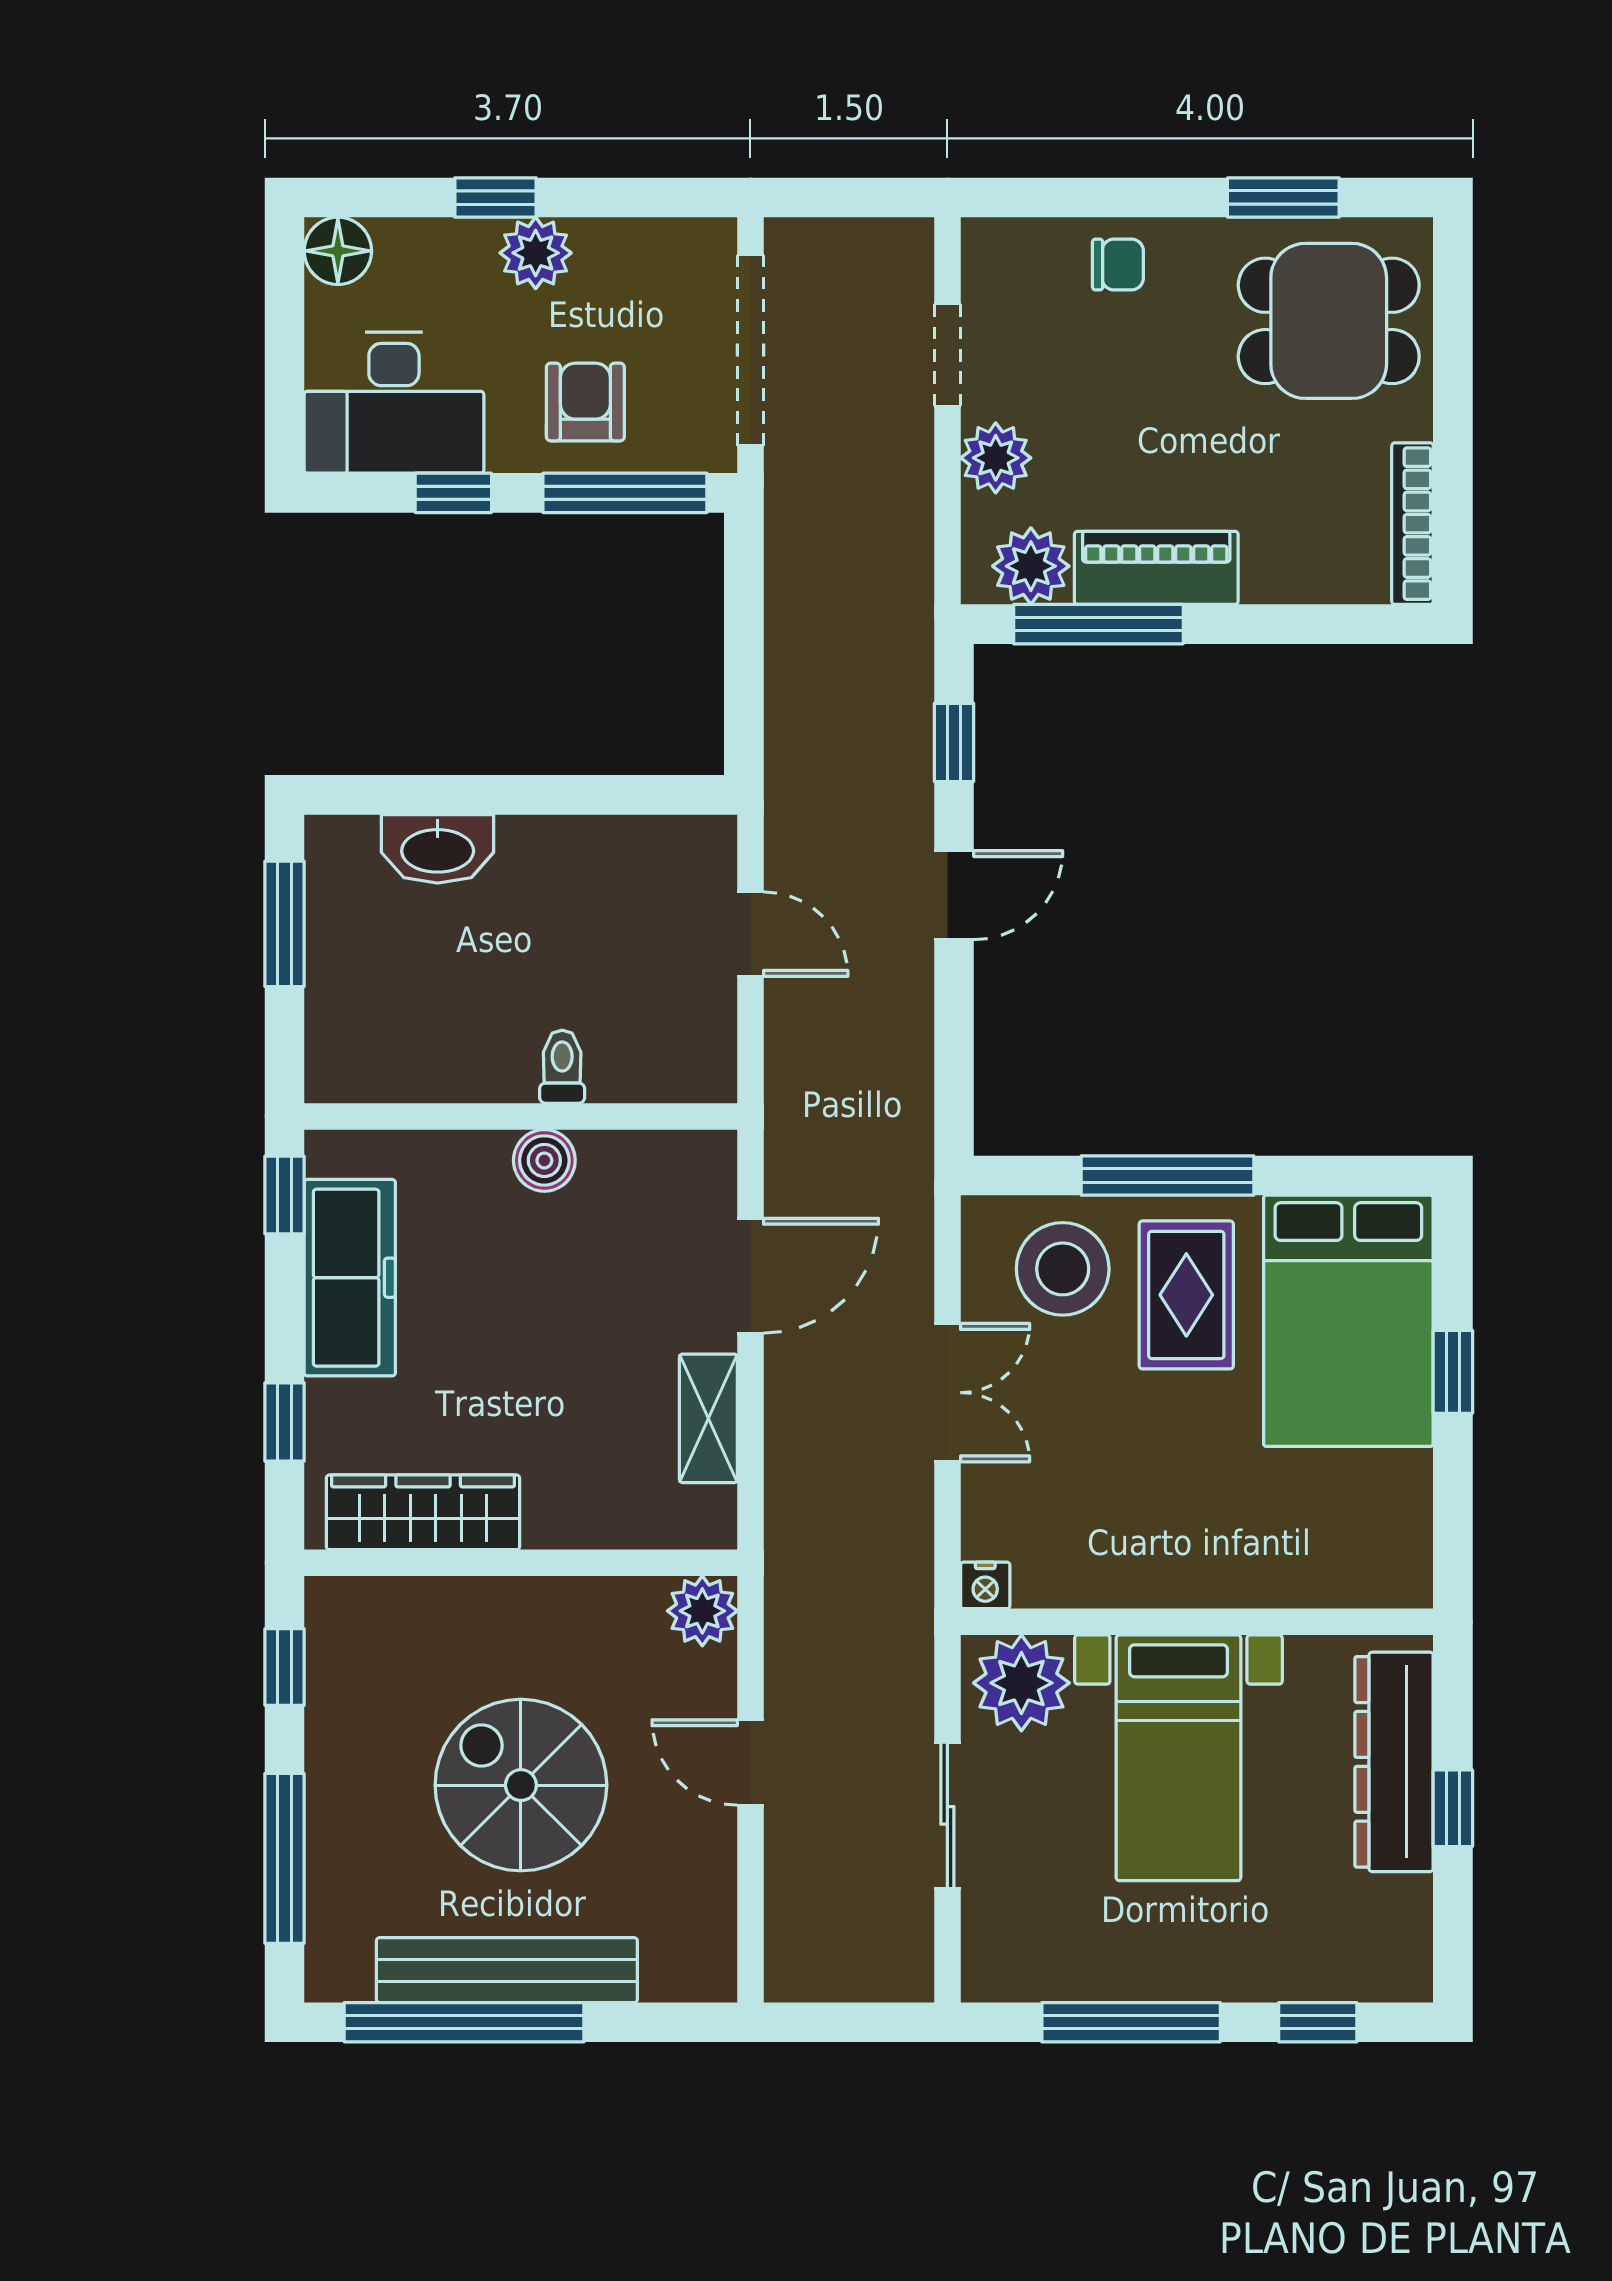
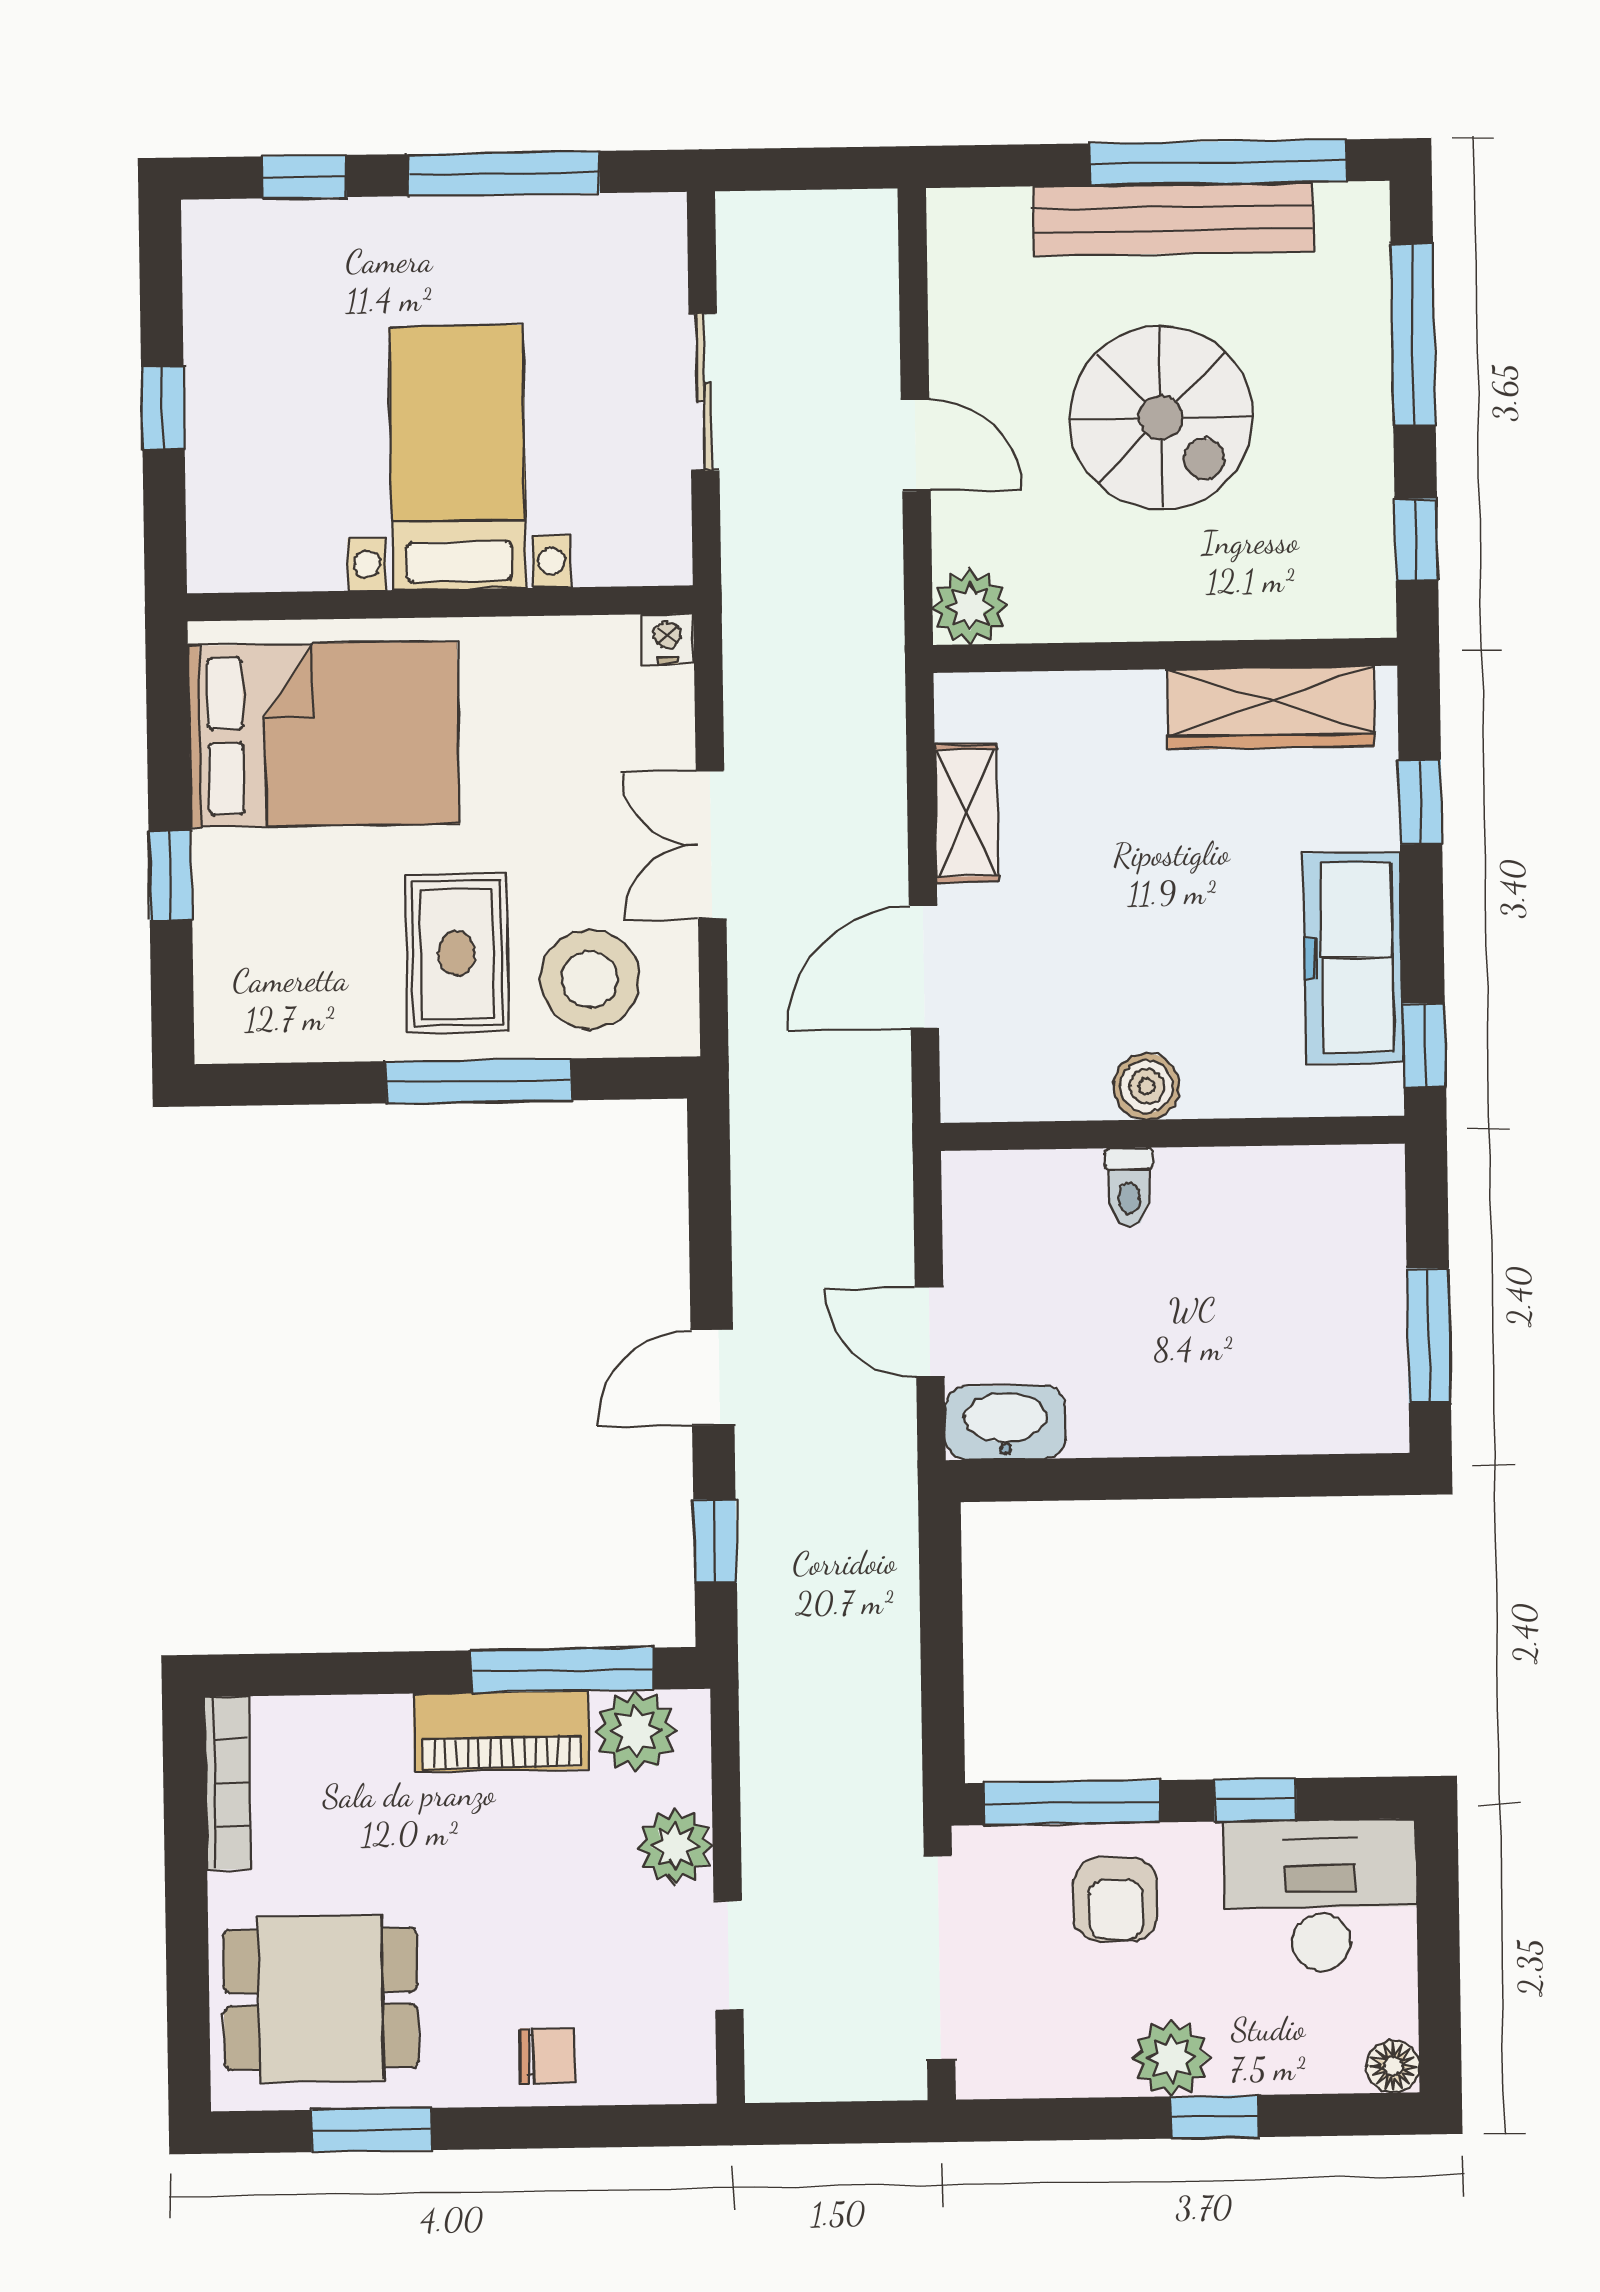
floor lamp: (338, 251) -> (1393, 2067), width x0.73, depth x0.73
chair: (1118, 265) -> (547, 2055), turned 180
washbasin: (438, 849) -> (1005, 1422), moved
bed: (1348, 1321) -> (324, 735), moved, turned 90
plant: (1021, 1683) -> (627, 535), removed
dresser: (1394, 1762) -> (227, 457), removed

